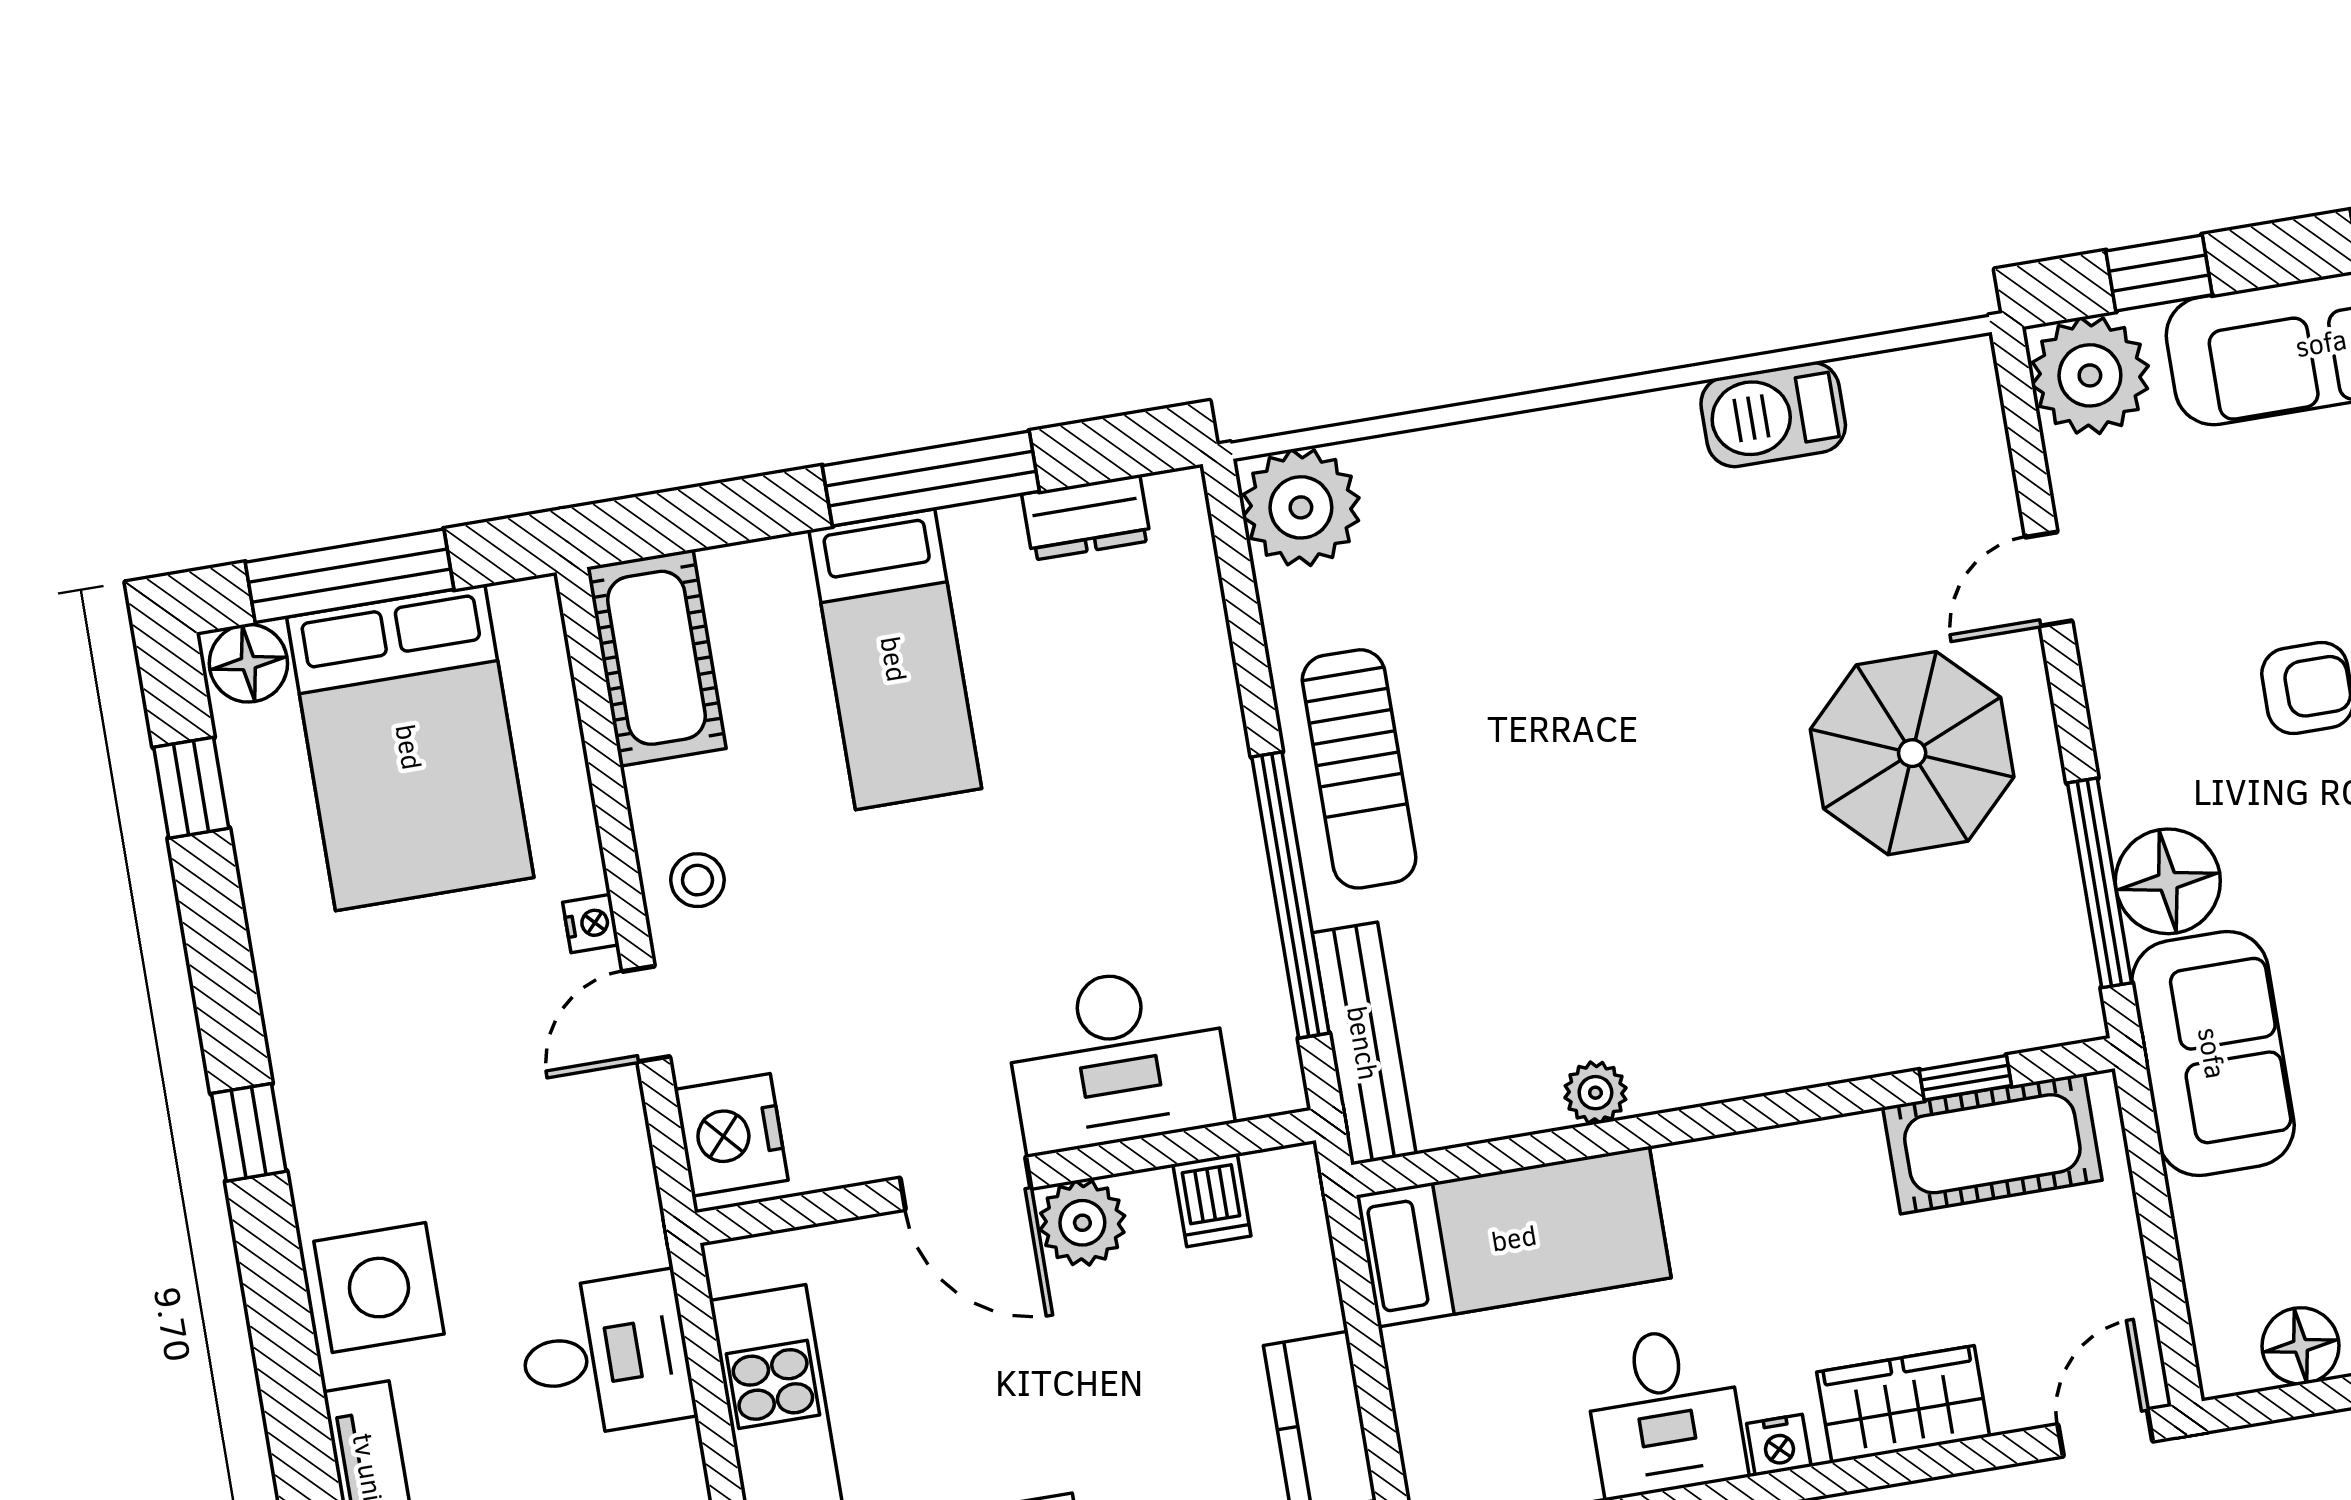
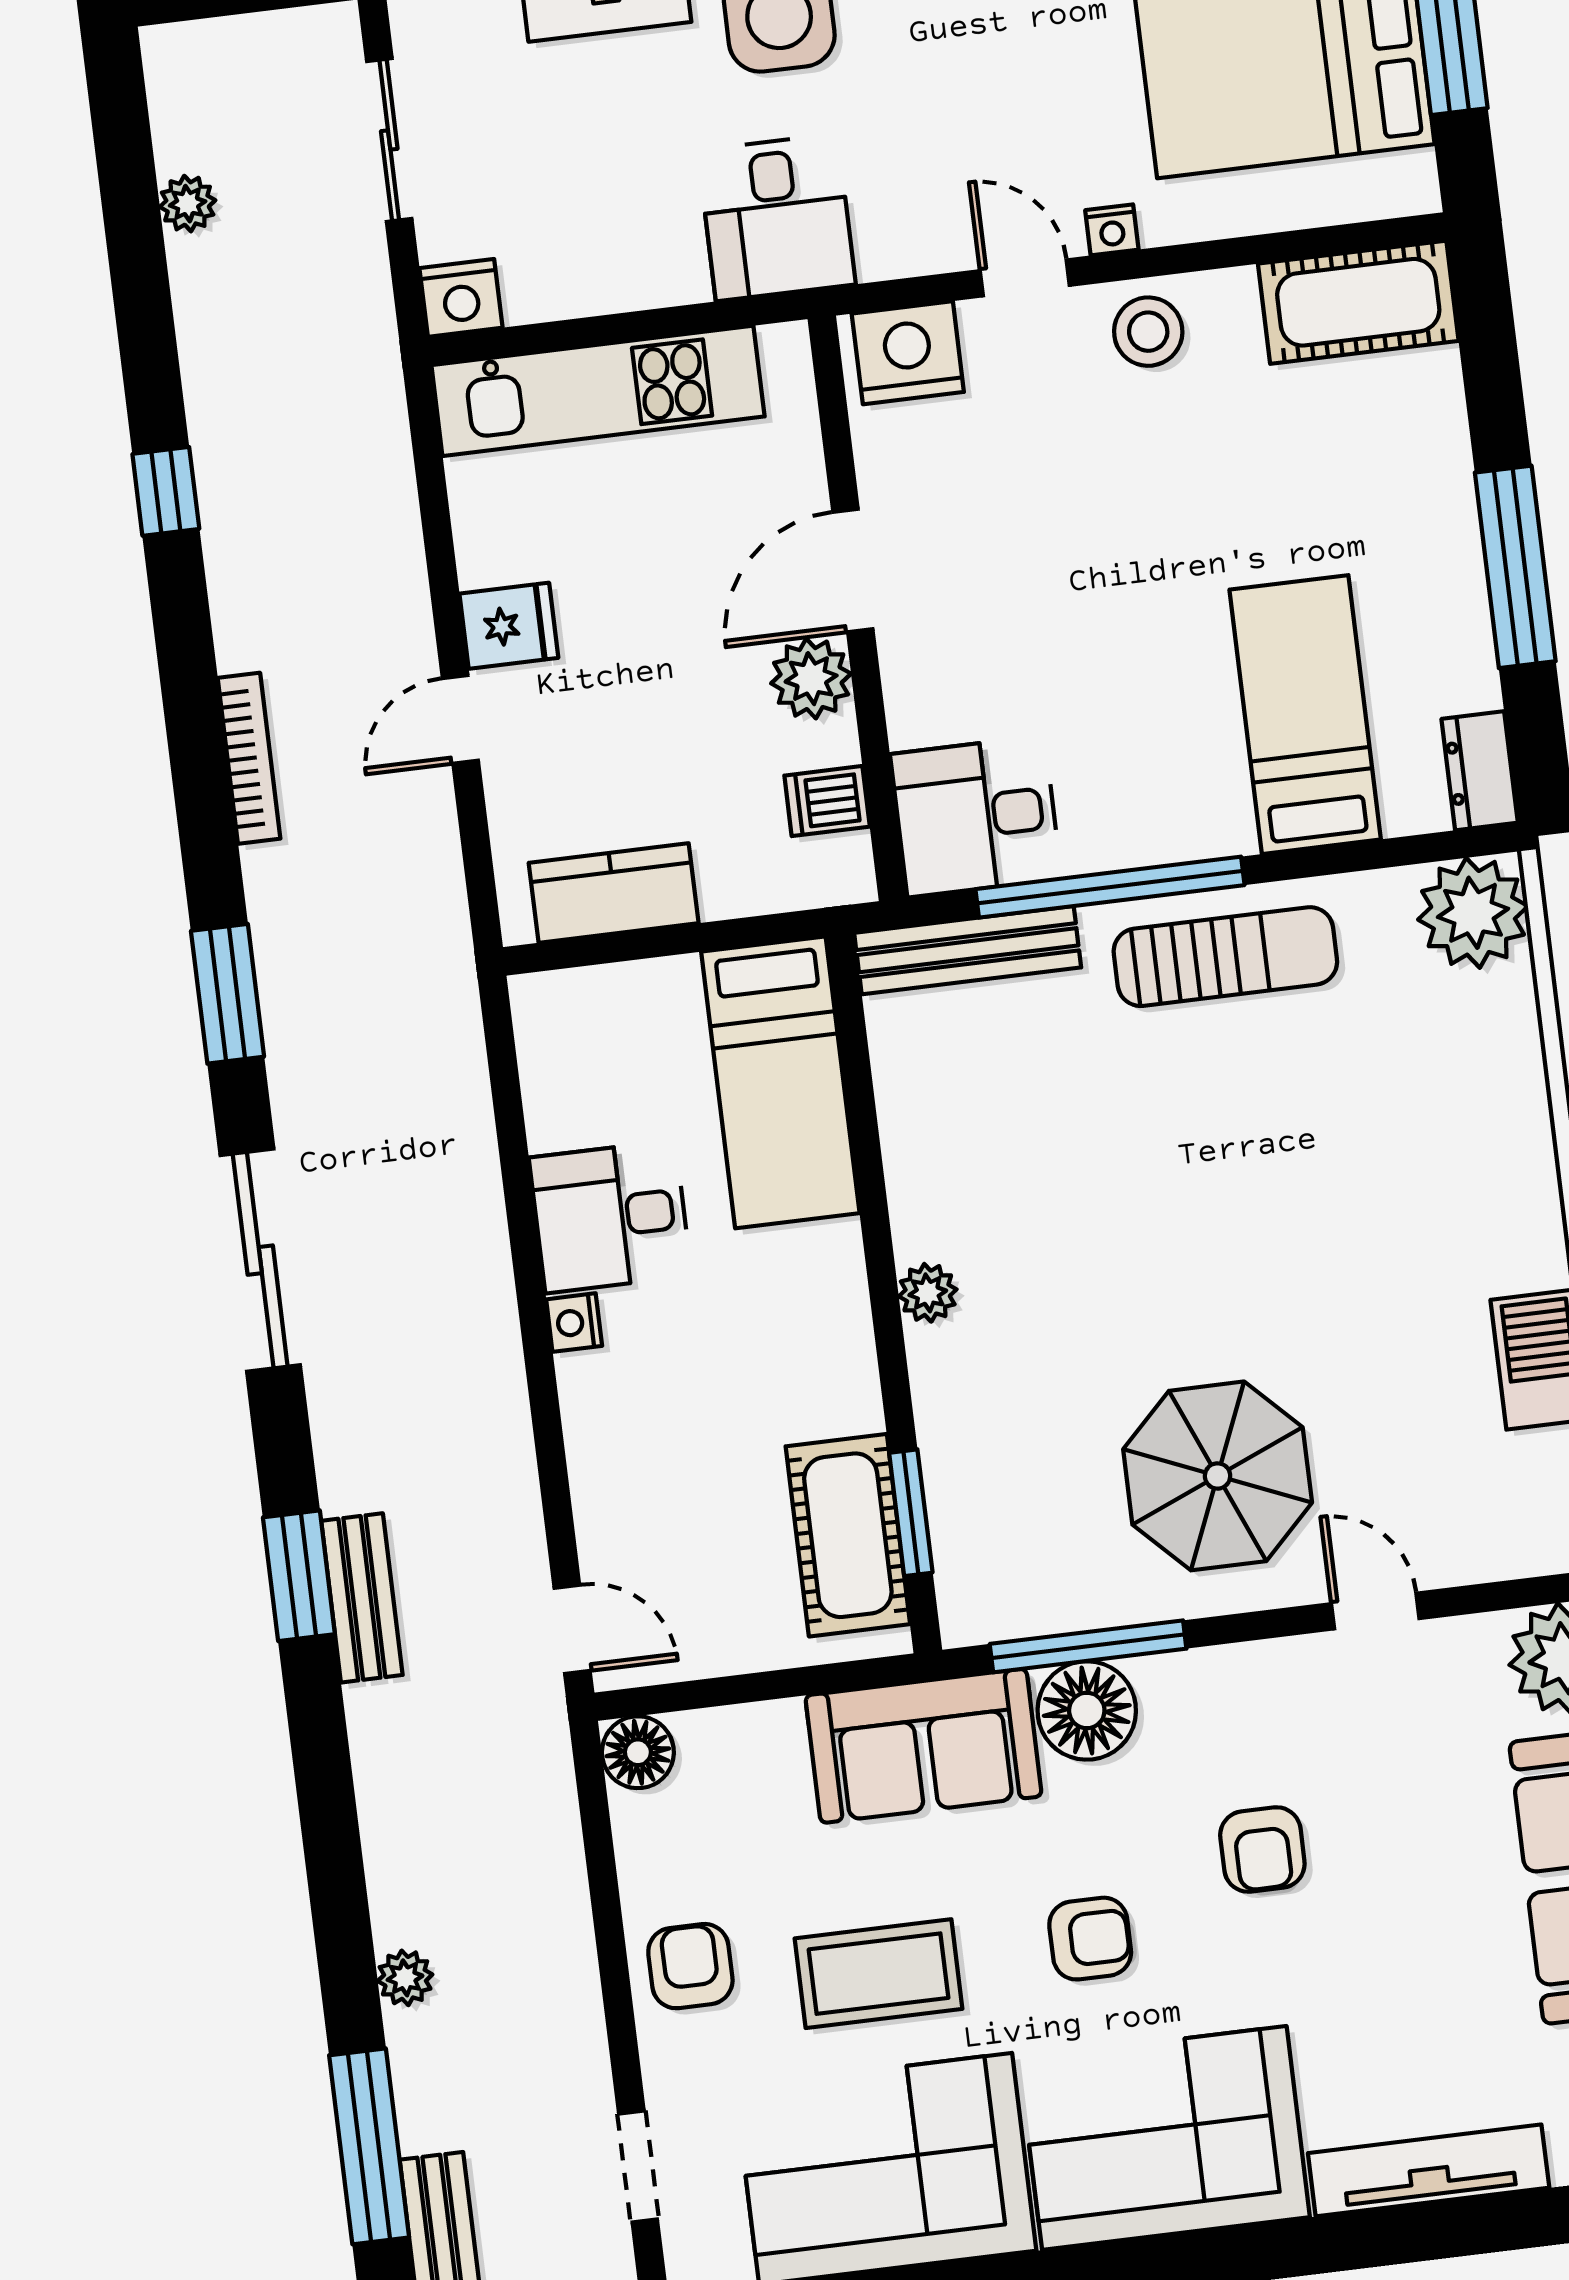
dresser: (1086, 518) -> (1480, 771), moved
bed: (895, 659) -> (1305, 715), moved, turned 90
sun lounger: (1359, 769) -> (1225, 957), turned 180
stool: (697, 880) -> (1148, 332), width x1.37, depth x1.37
desk: (1118, 1058) -> (976, 816), moved, width x0.73
window: (1965, 1078) -> (911, 1513), width x1.50
plant: (1595, 1093) -> (928, 1293), moved
floor lamp: (2301, 1346) -> (638, 1752), moved
desk: (606, 1355) -> (777, 217), moved
wardrobe: (1903, 1404) -> (607, 1441), removed

